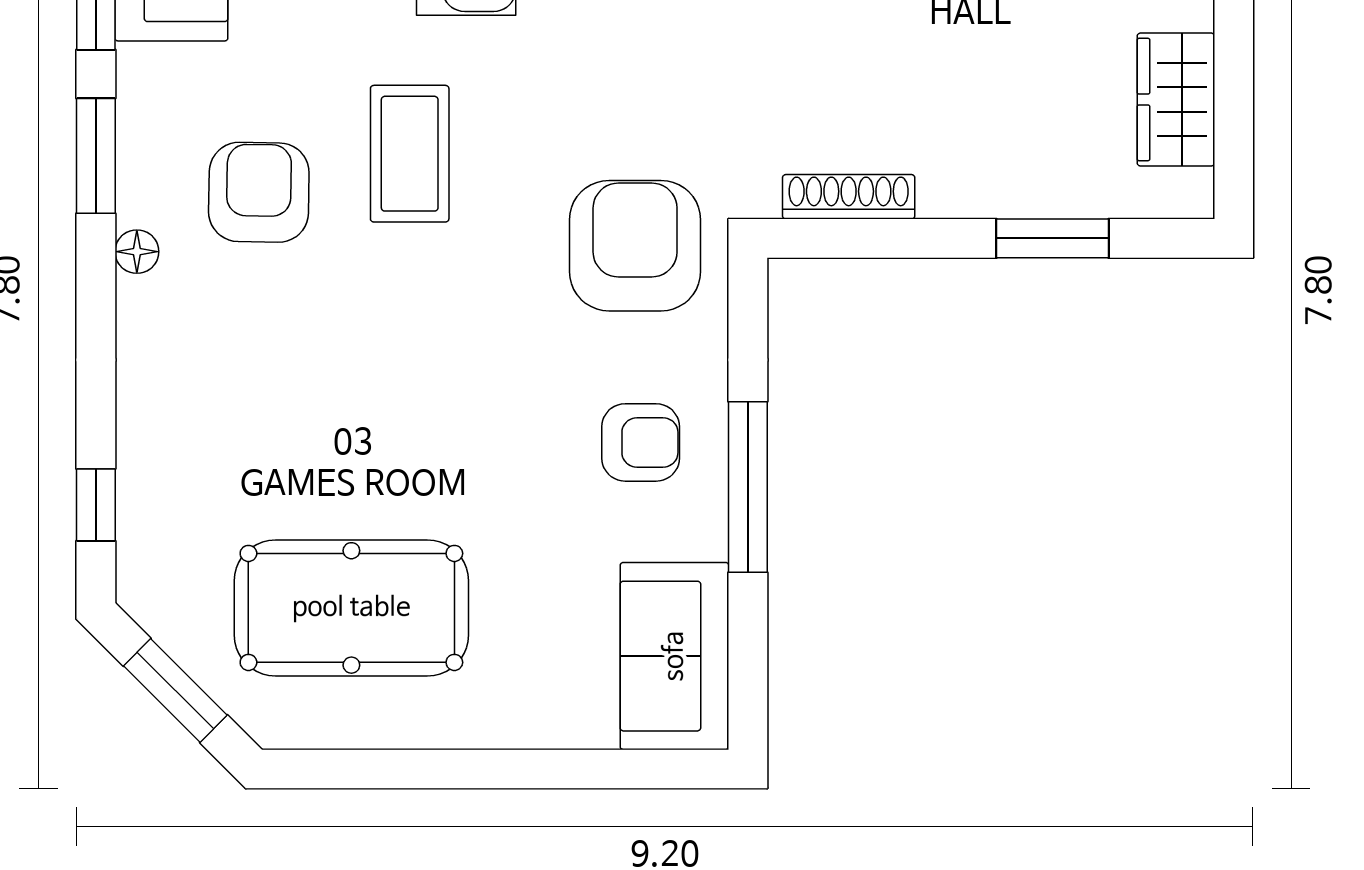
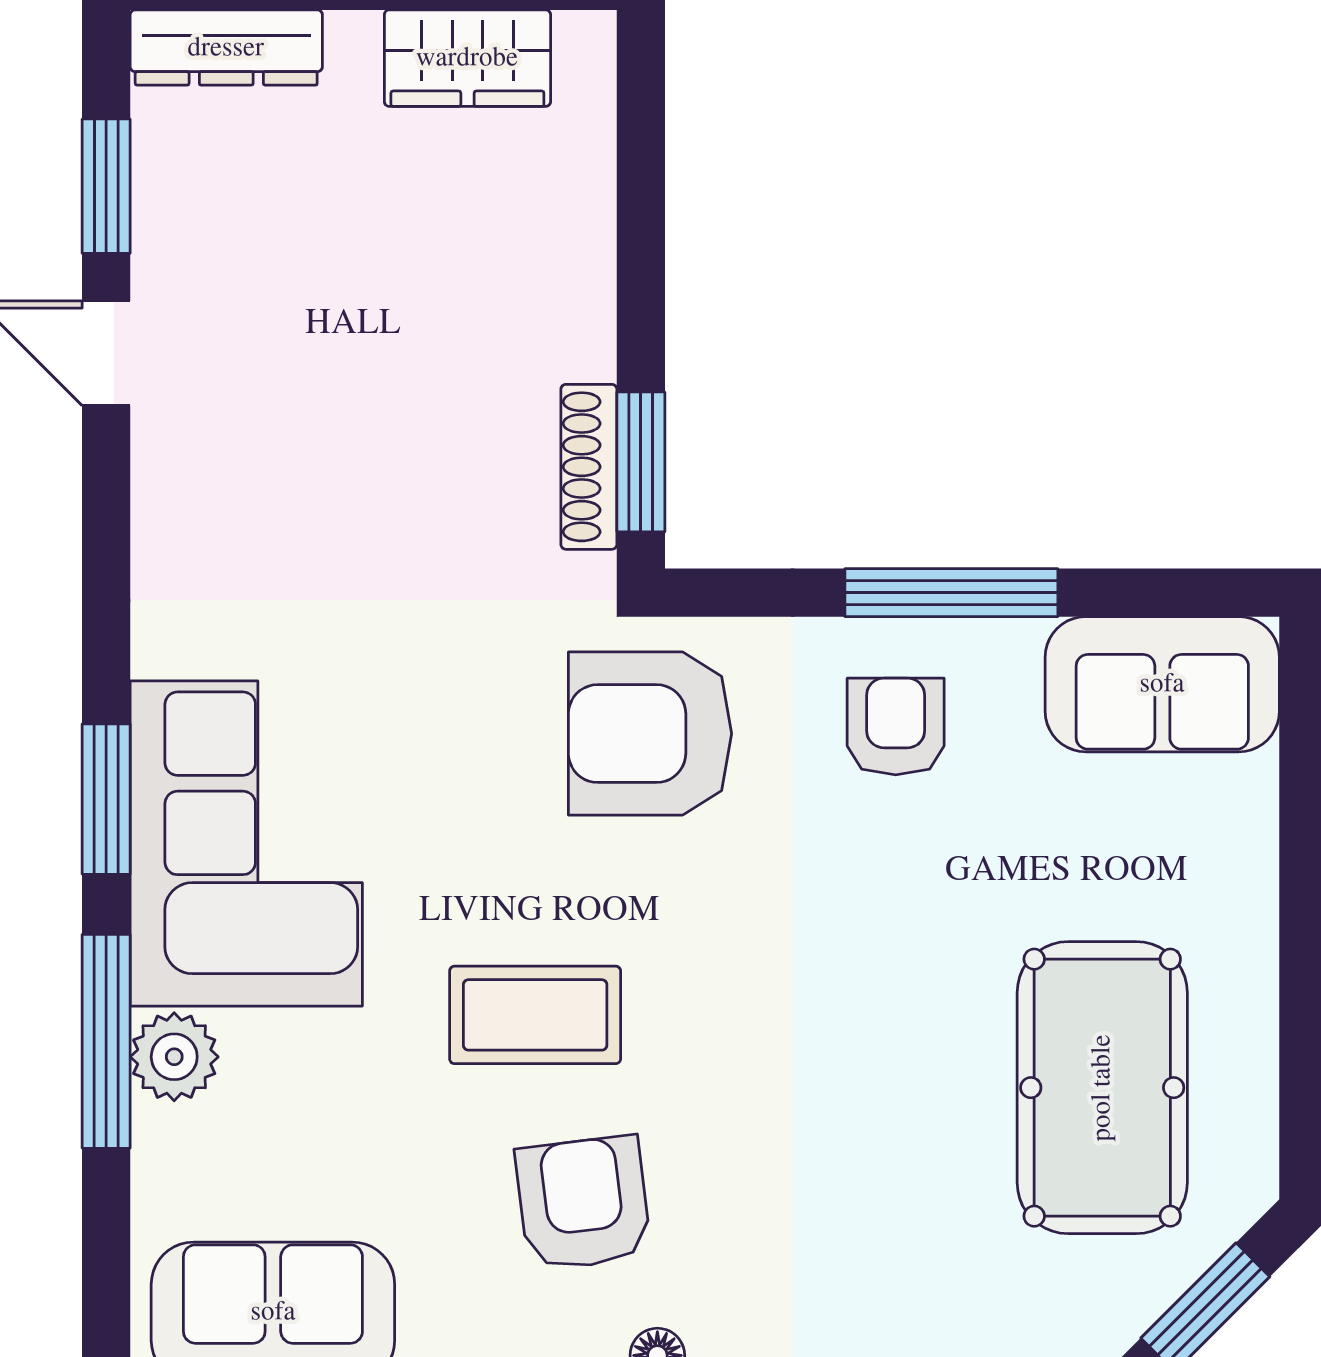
armchair: (259, 192) -> (583, 1203), turned 82
window: (1052, 238) -> (641, 462), moved

